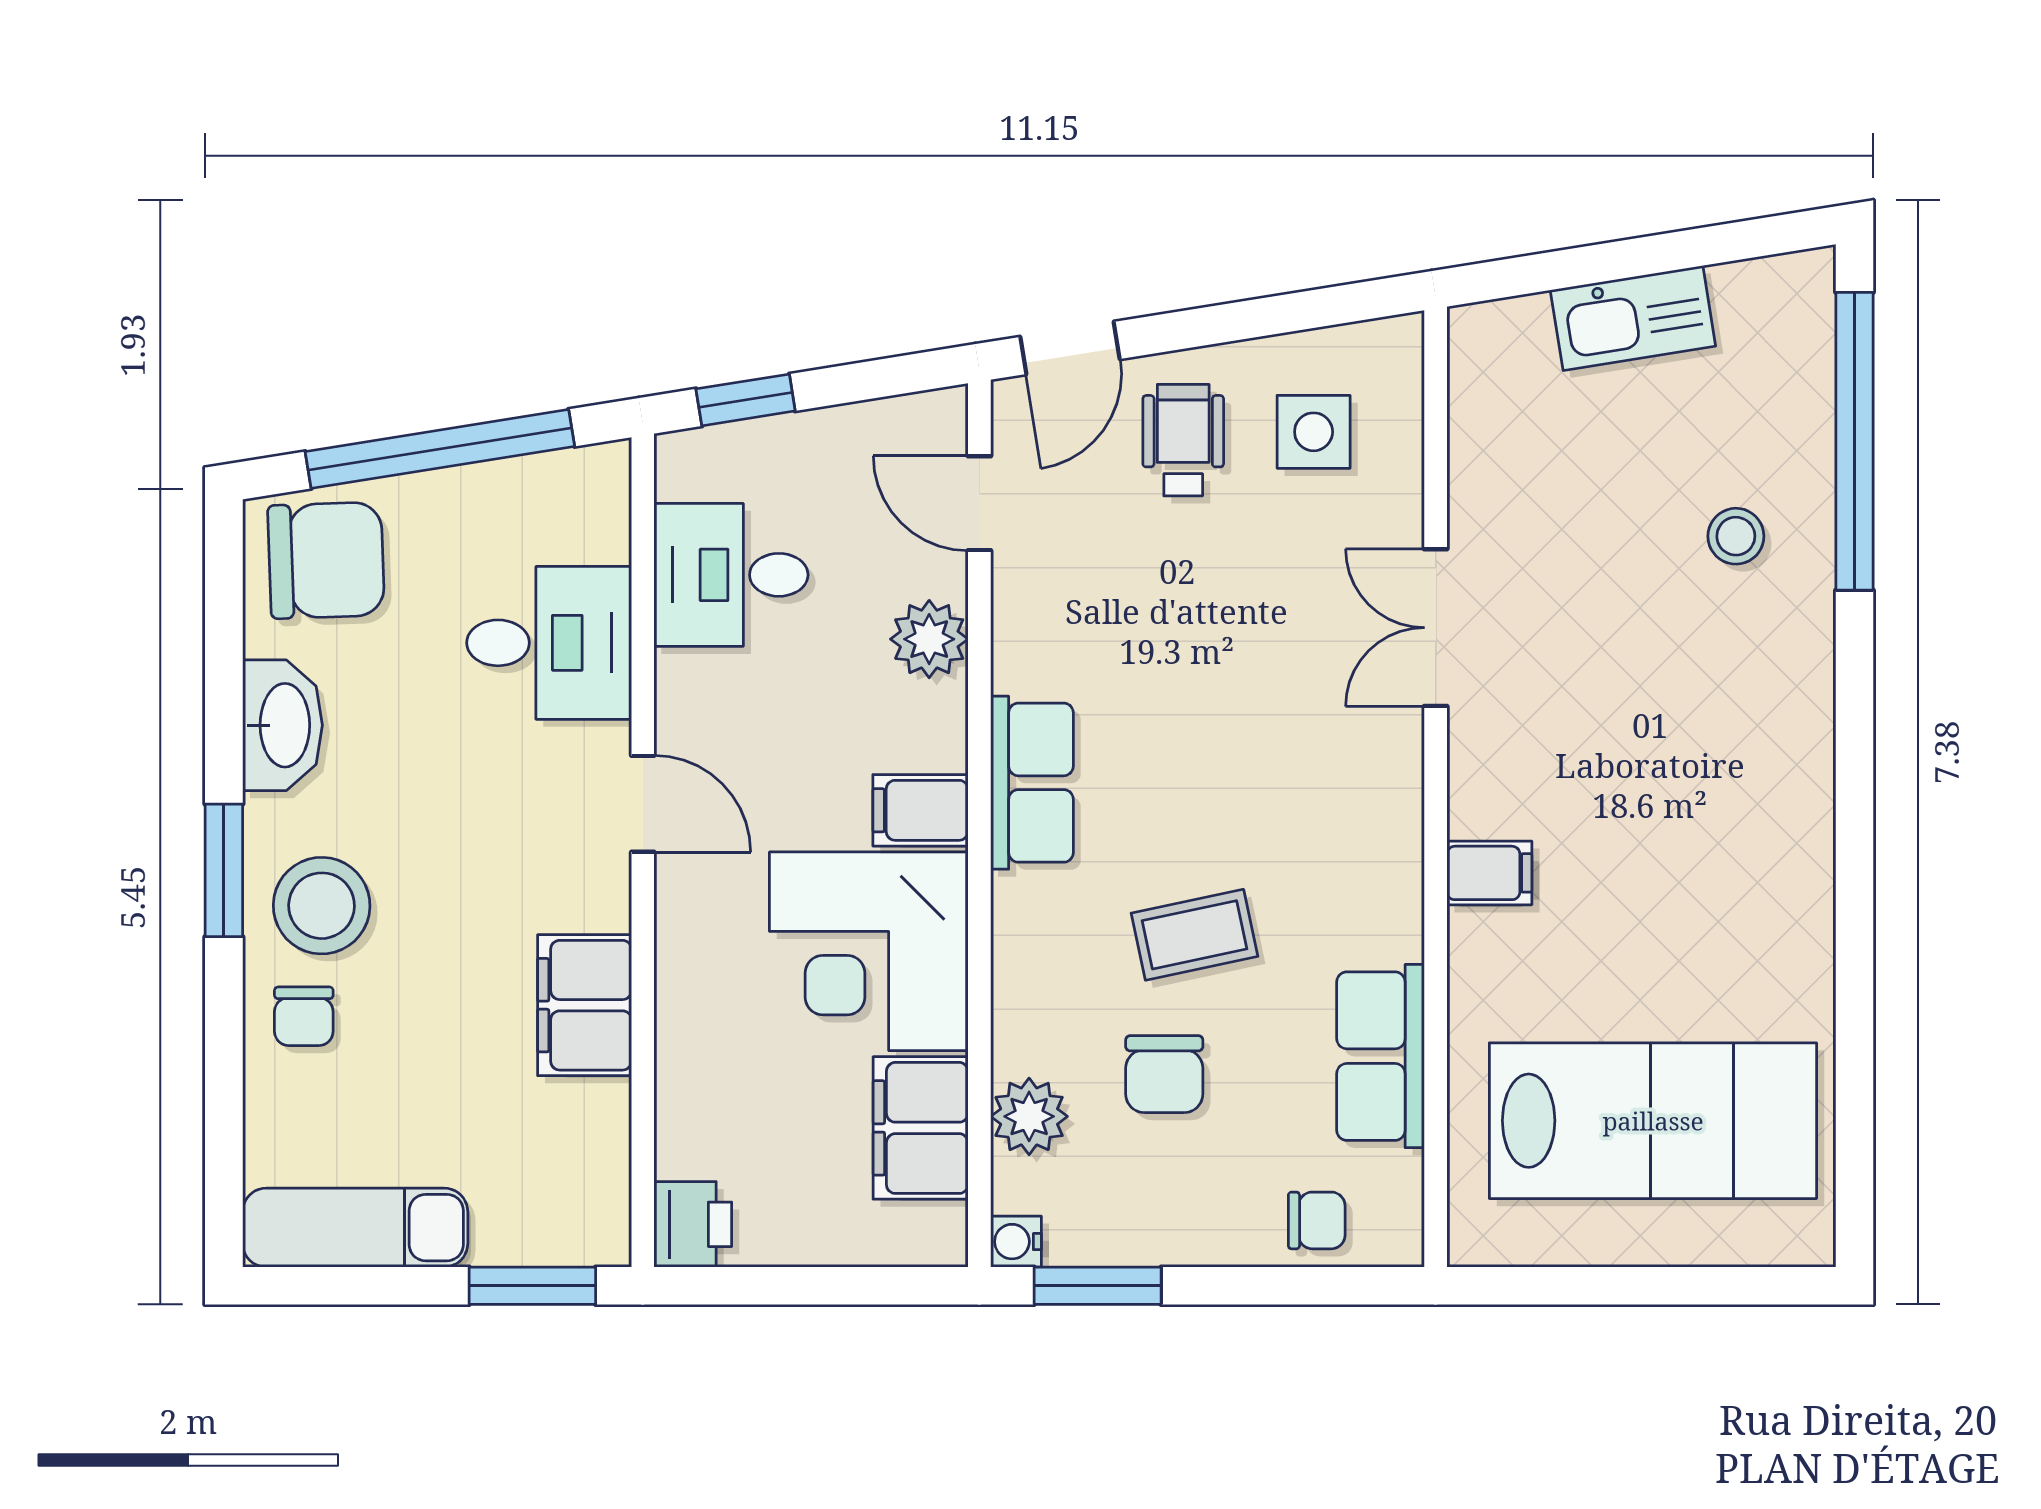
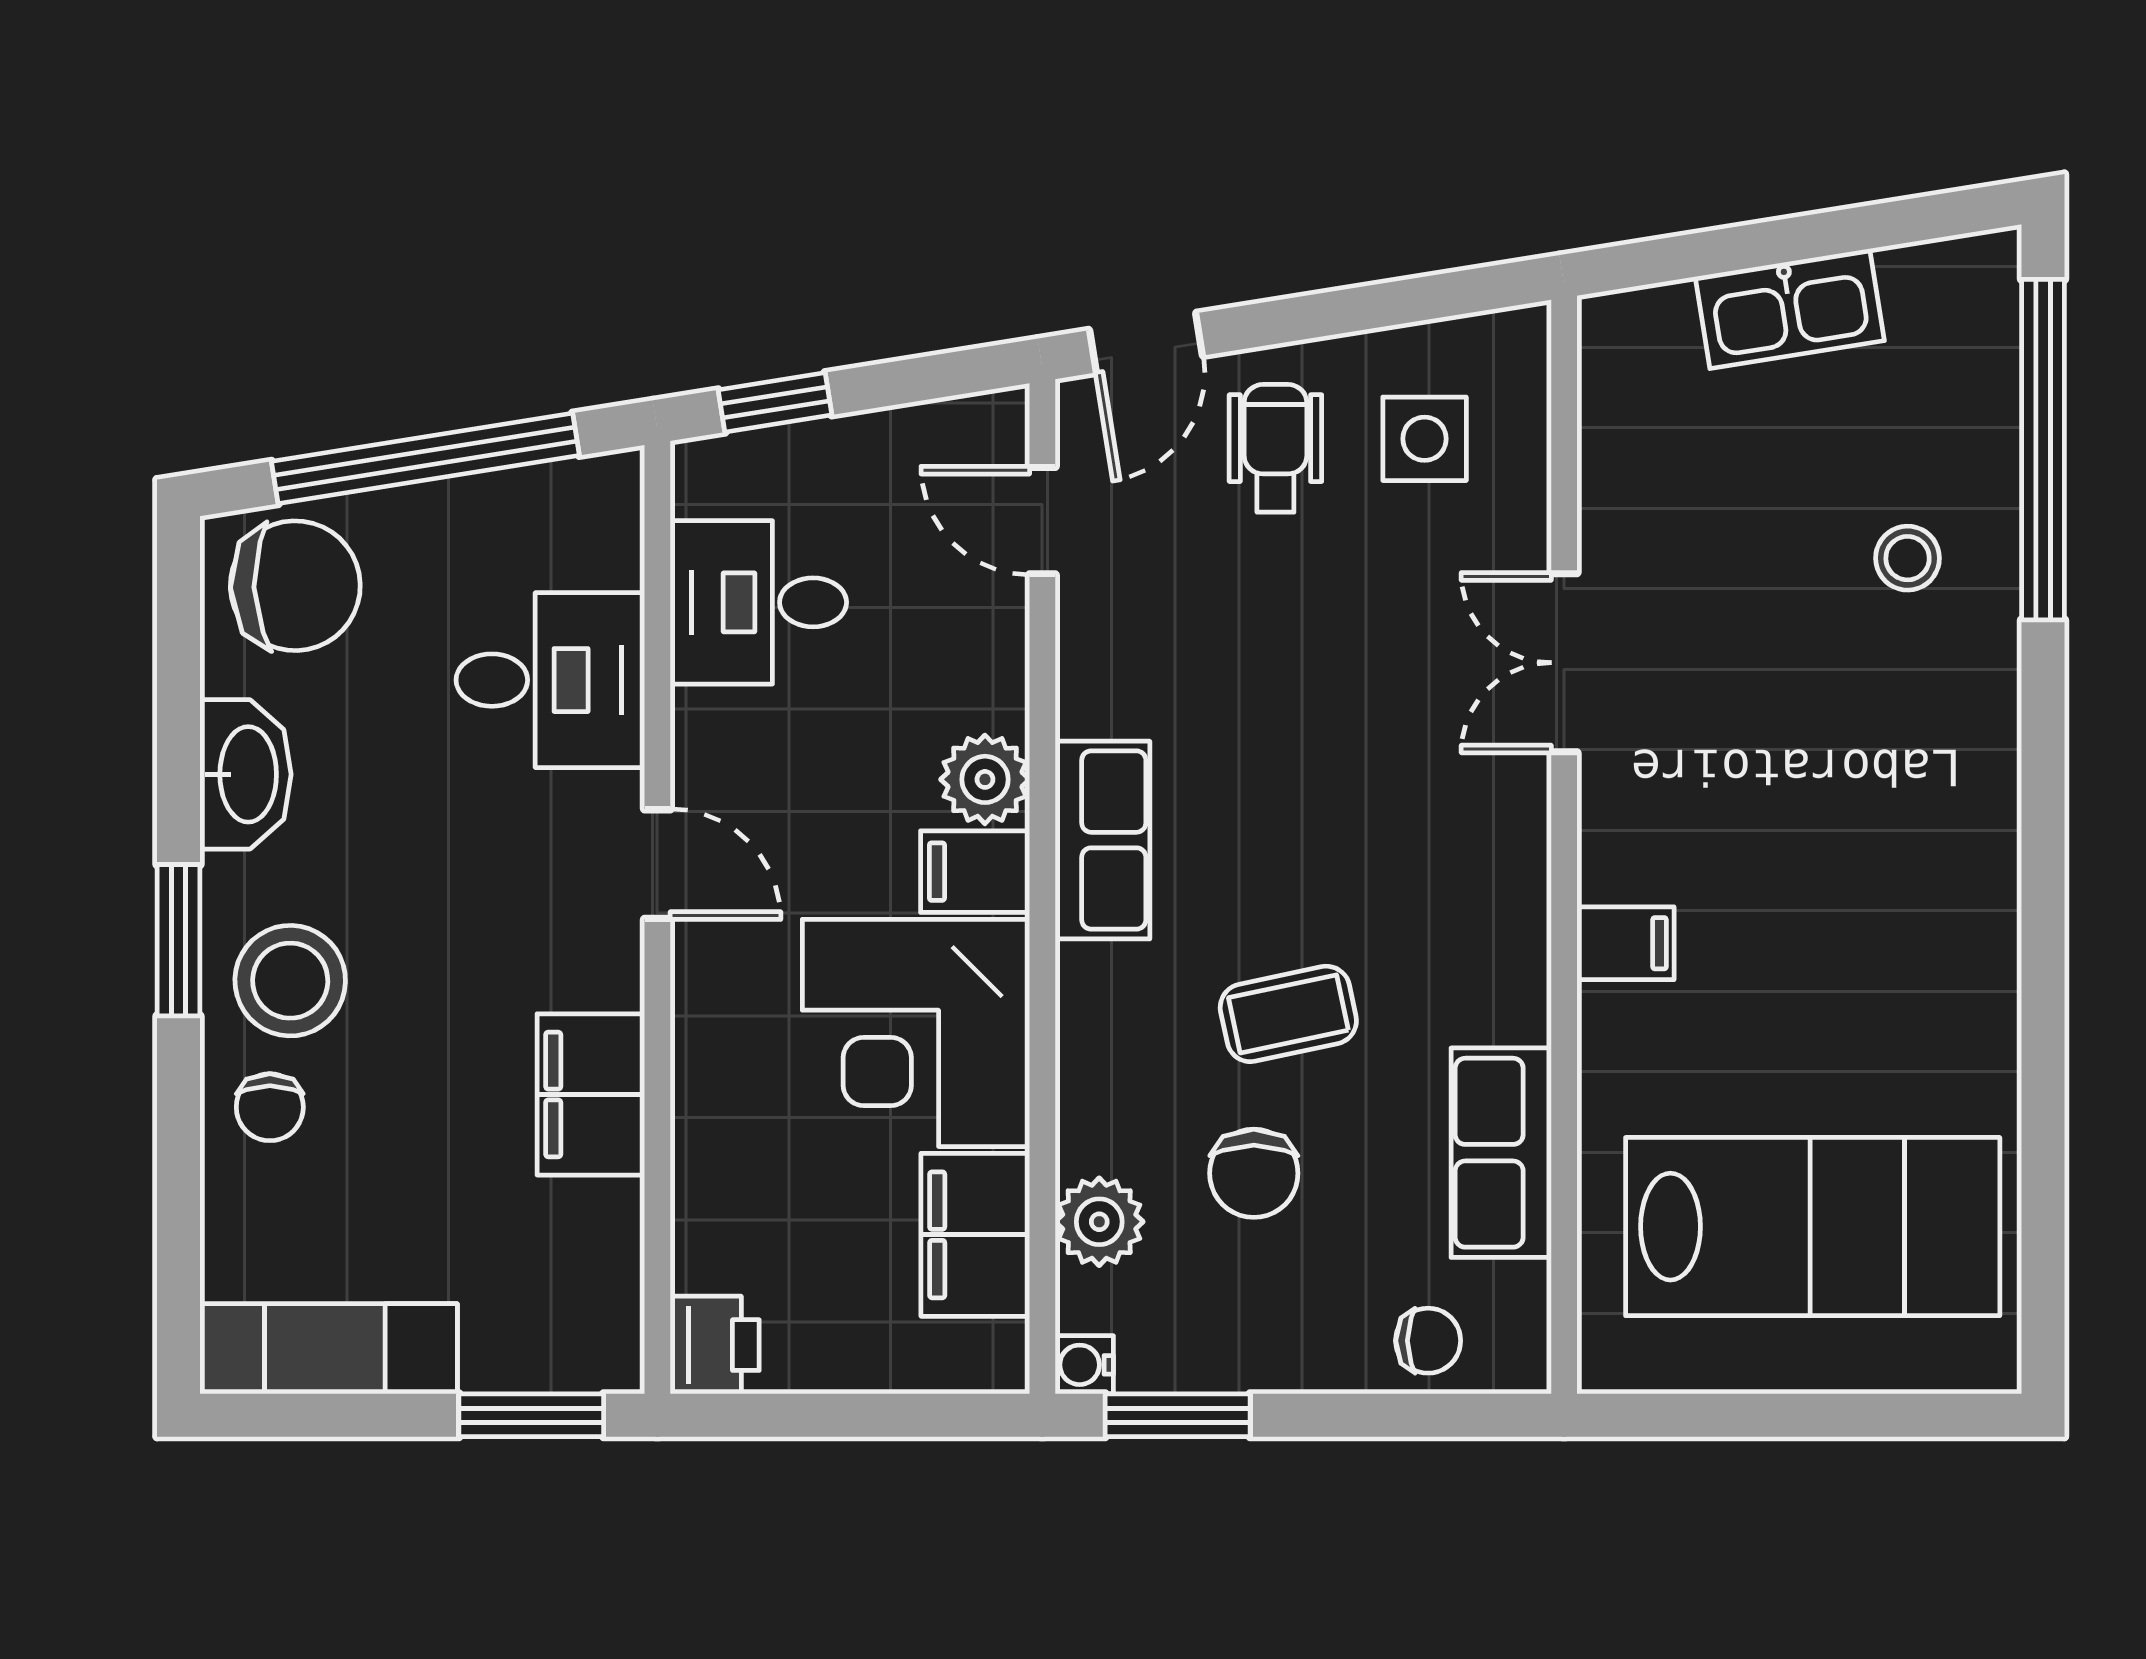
plant: (929, 639) -> (985, 779), moved

